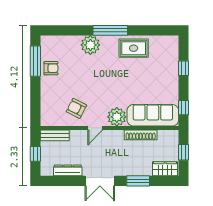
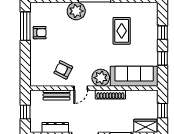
rug: (134, 48) -> (122, 31), moved, turned 90
window: (183, 108) -> (163, 58), moved
bench: (55, 135) -> (57, 95), moved
shoe rack: (141, 135) -> (110, 94), moved

